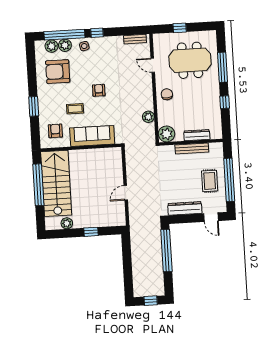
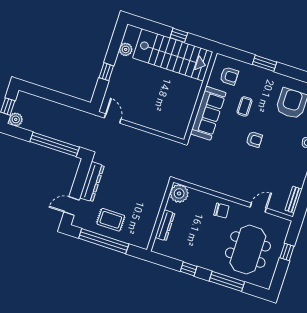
plant: (148, 117) -> (16, 119), moved
bench: (192, 148) -> (153, 214), removed
window: (38, 185) -> (179, 35), width x0.32
door: (126, 193) -> (113, 118), moved

